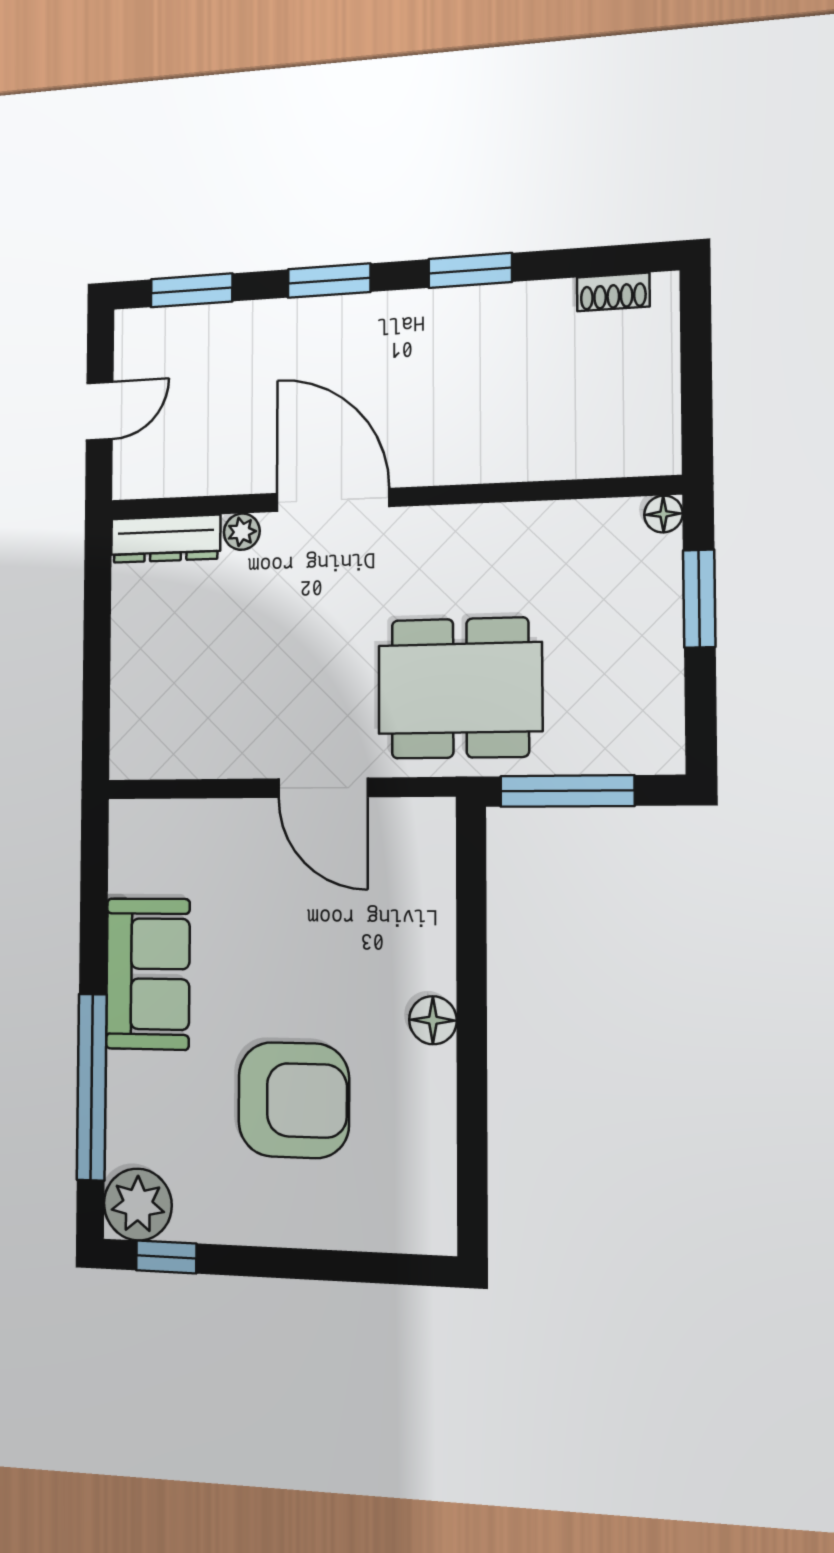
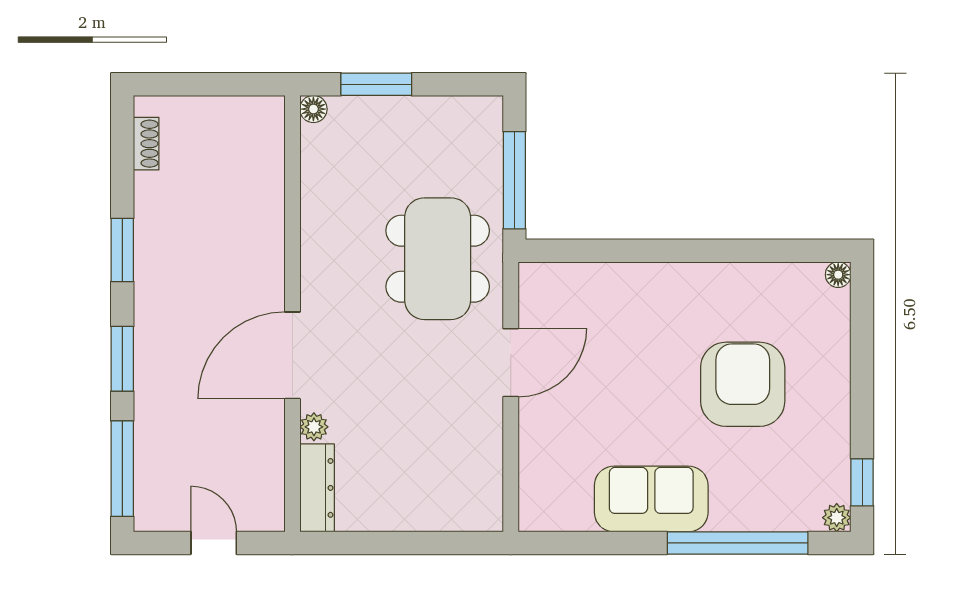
window: (191, 290) -> (122, 469), width x1.44
floor lamp: (433, 1020) -> (838, 275), moved, width x0.73, depth x0.73
plant: (138, 1204) -> (837, 518), width x0.53, depth x0.53

